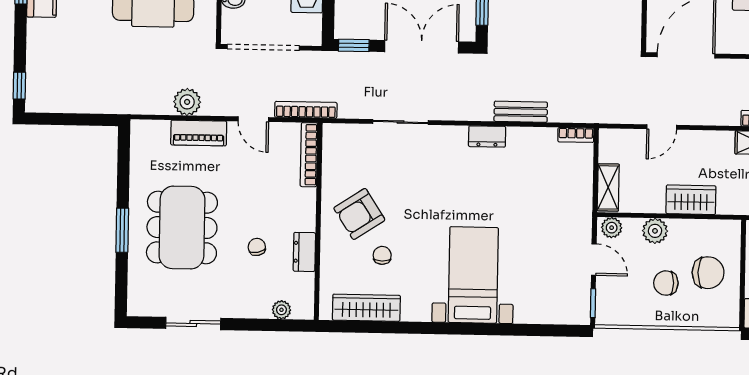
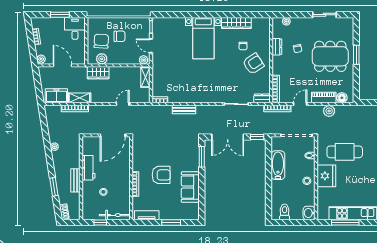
door: (253, 119) -> (300, 104), hinge flipped
floor lamp: (157, 132) -> (342, 98), added
dresser: (487, 136) -> (262, 98), moved
wardrobe: (691, 200) -> (98, 73), moved
dining table: (182, 228) -> (330, 56), turned 90
plant: (655, 231) -> (102, 59), moved
chair: (708, 273) -> (101, 41), turned 93
wardrobe: (366, 308) -> (236, 23), moved

